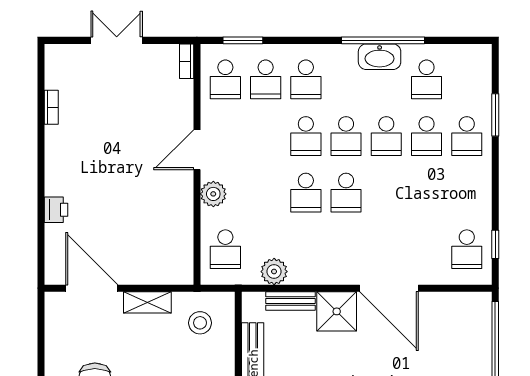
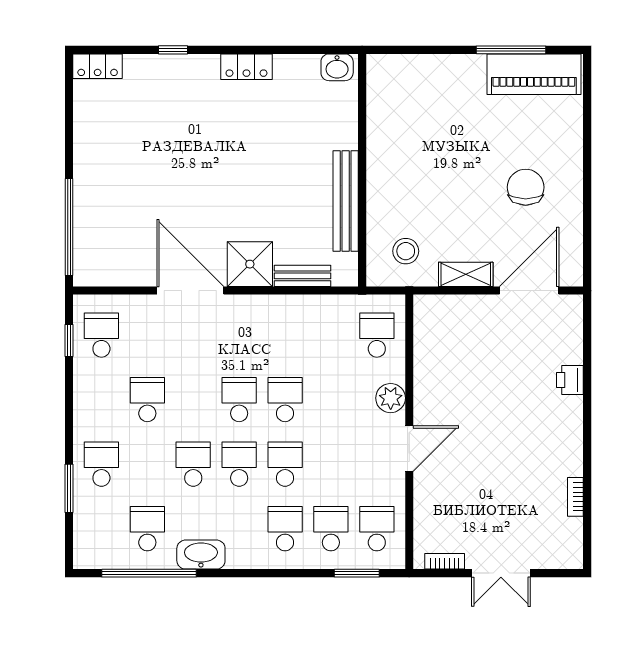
window: (383, 40) -> (149, 573), moved
bookcase: (187, 61) -> (445, 561), moved, turned -90
school desk: (427, 136) -> (147, 400), moved
plant: (274, 272) -> (321, 310), removed
door: (92, 288) -> (529, 291), swing flipped

